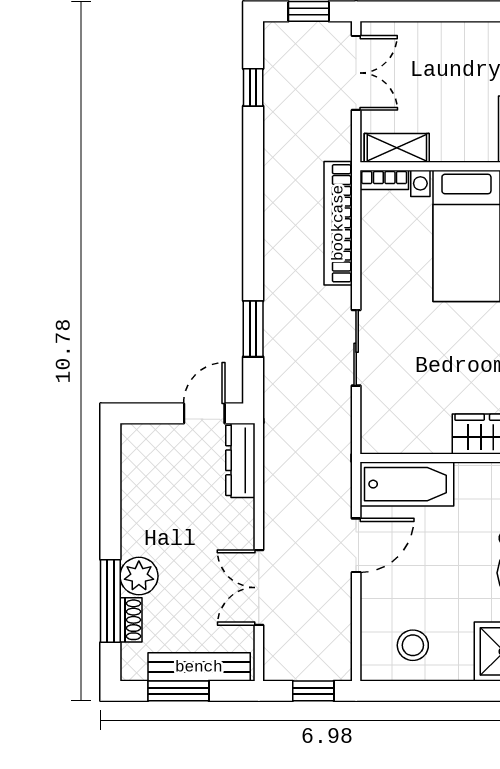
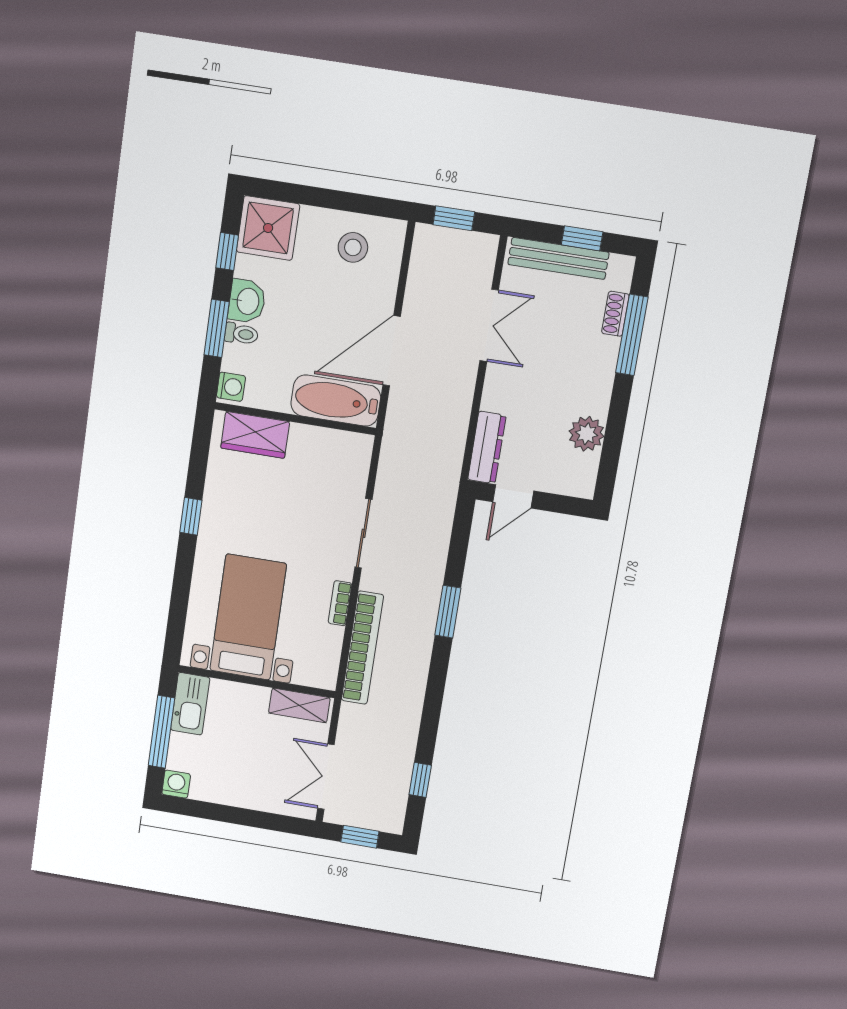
bookcase: (384, 180) -> (340, 603), moved, turned -90
window: (253, 329) -> (448, 612), moved
door: (356, 545) -> (392, 351), width x1.36
plant: (139, 576) -> (587, 434), moved
window: (178, 691) -> (582, 238), width x0.67

